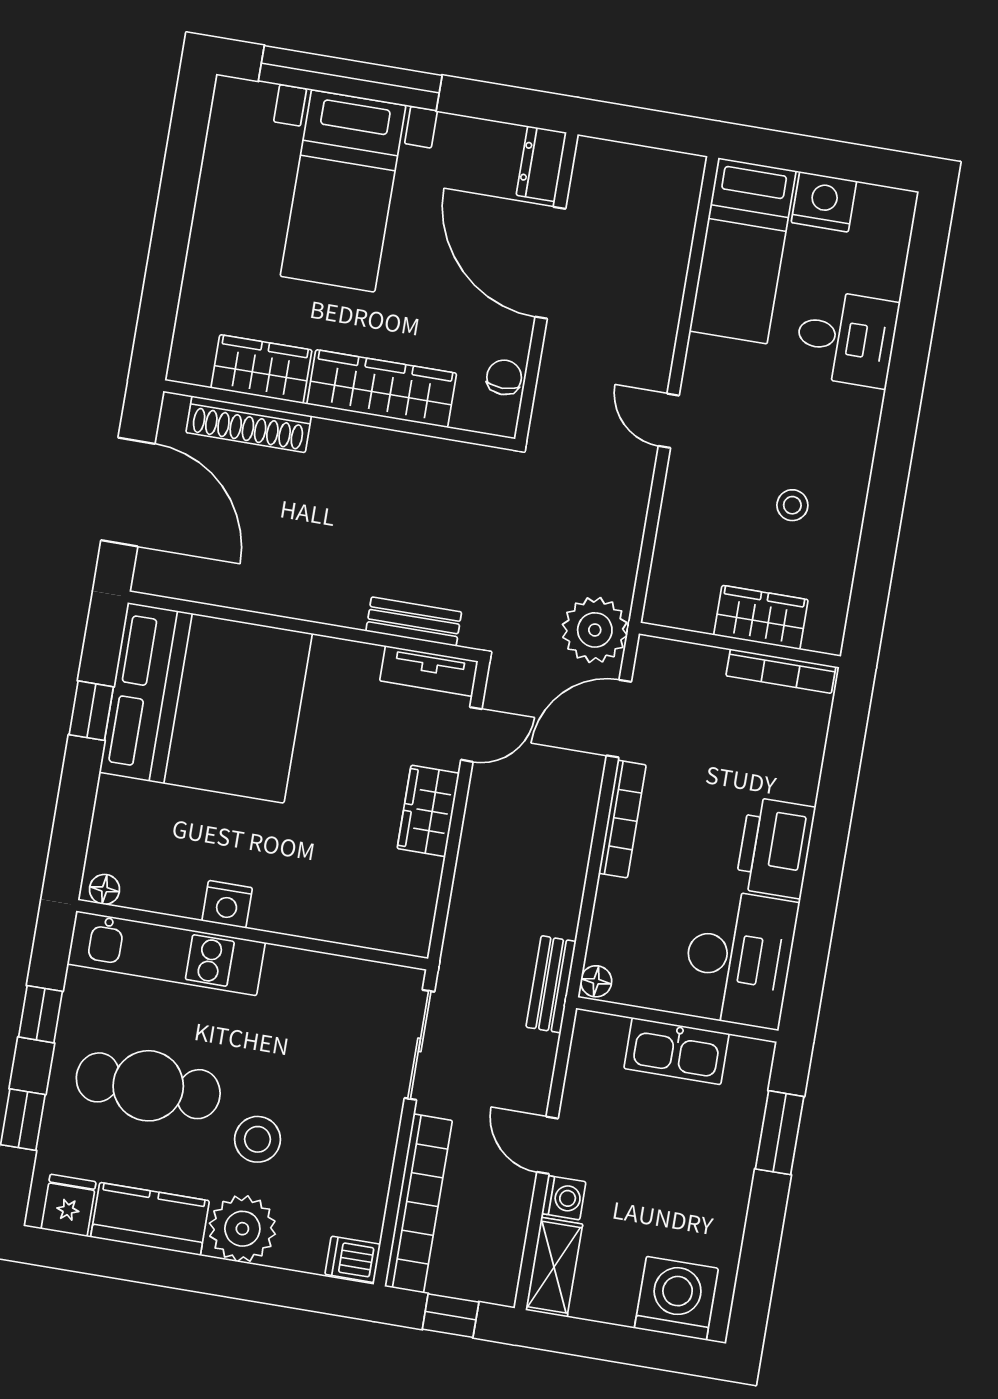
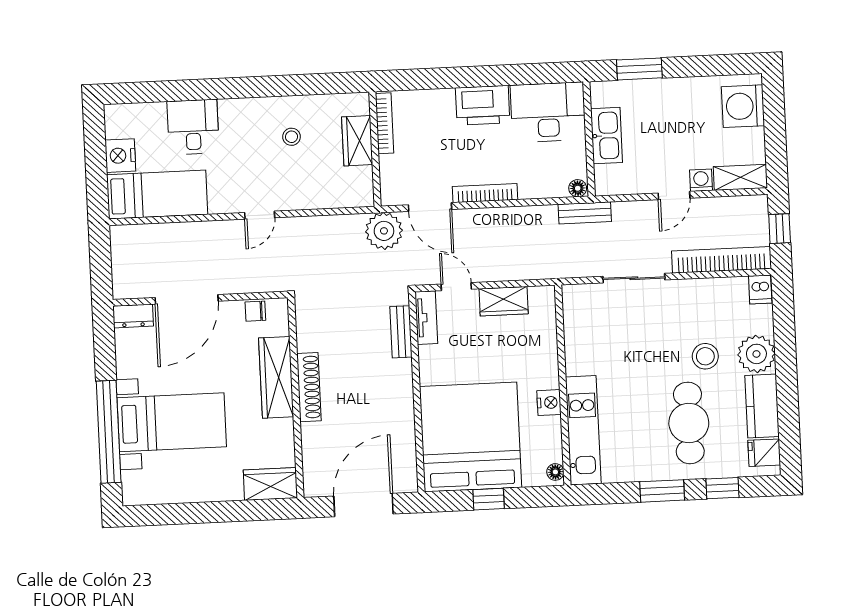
wardrobe: (261, 369) -> (270, 484), moved, turned 90
shoe rack: (249, 424) -> (309, 387), moved
floor lamp: (105, 889) -> (555, 472), moved
nightstand: (227, 904) -> (549, 403), moved
wall: (252, 935) -> (563, 385), moved
kitchen unit: (166, 953) -> (583, 430), moved
window: (41, 1014) -> (662, 491), width x1.50

